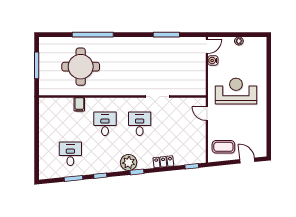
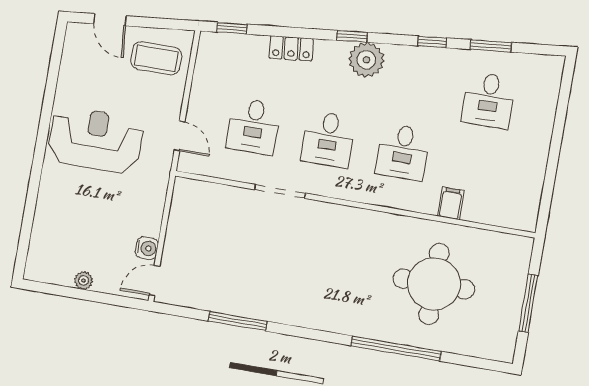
reception desk: (236, 91) -> (96, 140), moved, turned 180
desk: (174, 124) -> (254, 126), added

